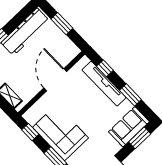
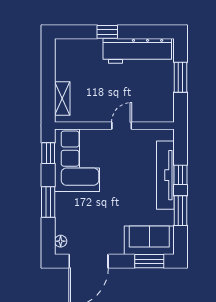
window: (105, 68) -> (181, 175), moved
door: (55, 80) -> (122, 126), width x0.53
corner sofa: (60, 133) -> (77, 160), moved

